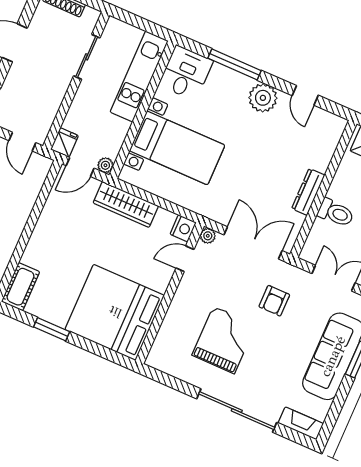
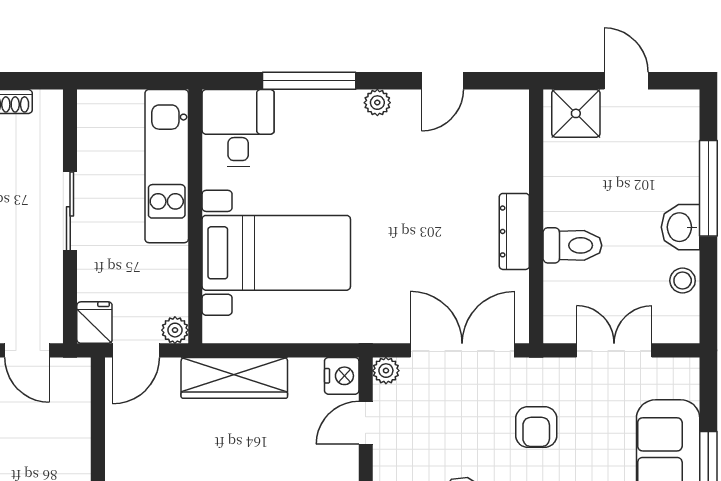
sliding door: (87, 57) -> (70, 211), moved
door: (305, 95) -> (443, 81), hinge flipped
plant: (263, 98) -> (377, 103), width x0.53, depth x0.53

